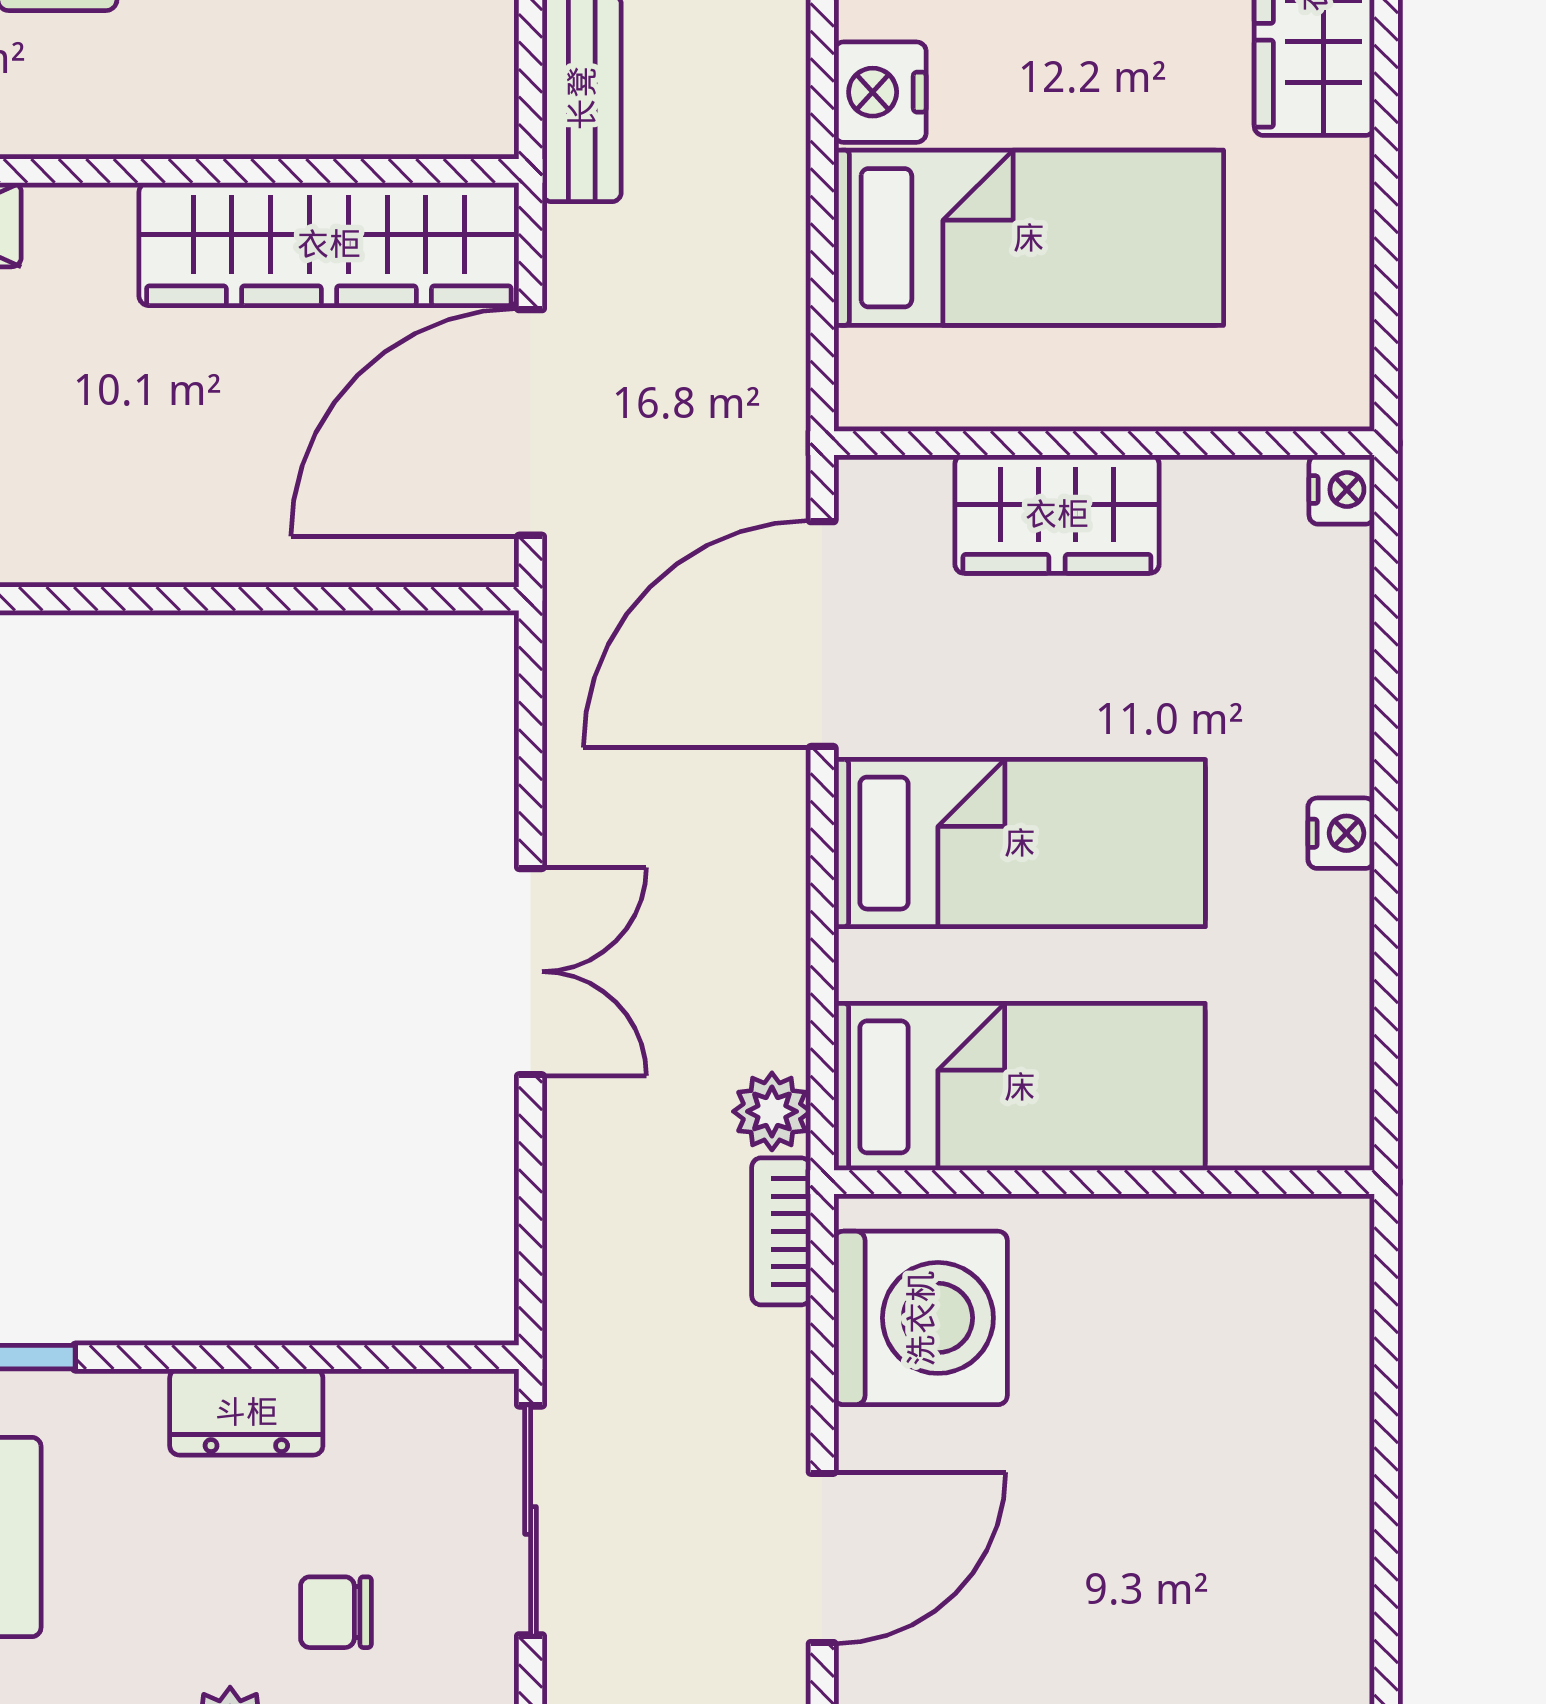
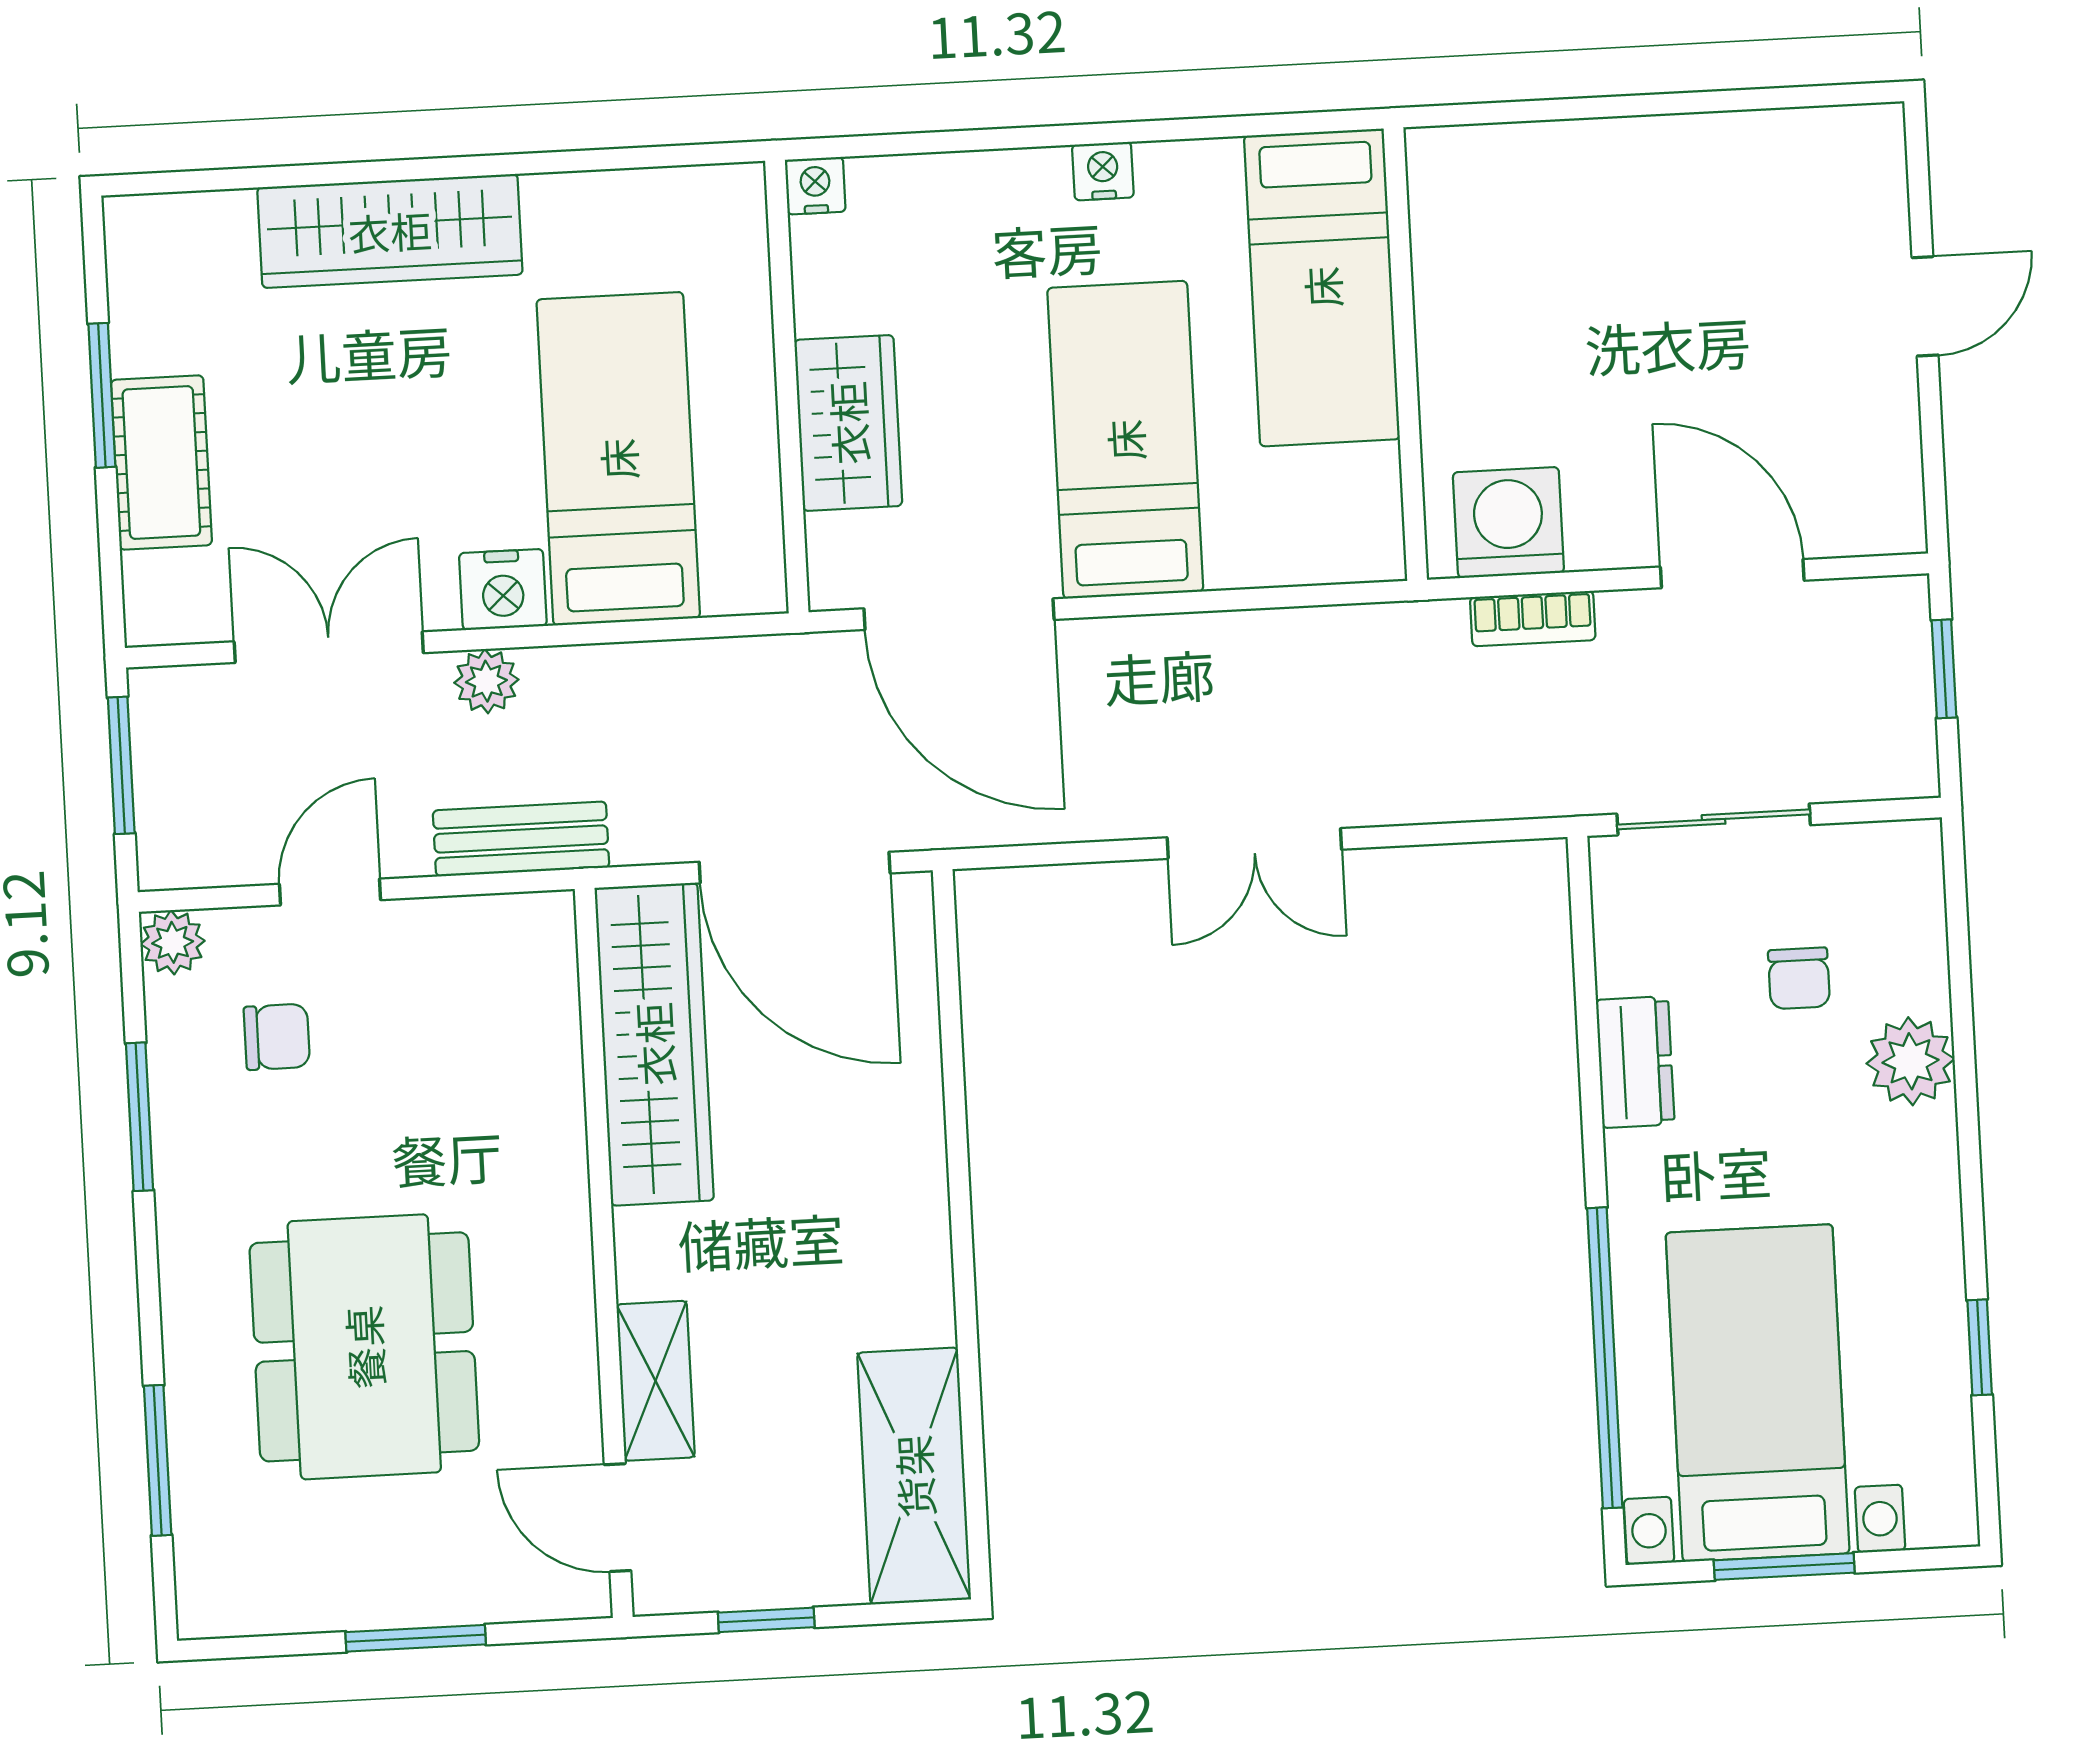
double door: (531, 972) -> (1254, 844), swing flipped
bed: (1020, 1087) -> (1322, 287), moved, turned 180
plant: (772, 1111) -> (486, 681), moved
bookcase: (781, 1231) -> (1533, 619), moved
washing machine: (921, 1318) -> (1508, 522), width x0.73, depth x0.73

